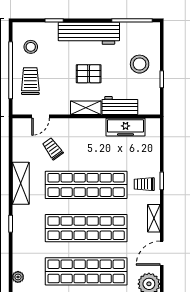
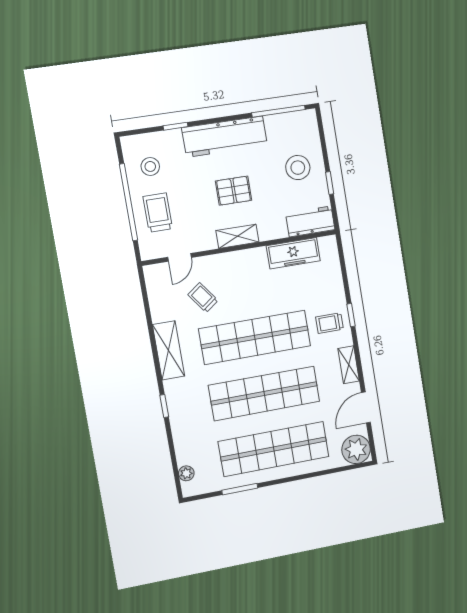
workbench: (120, 105) -> (310, 221), moved

